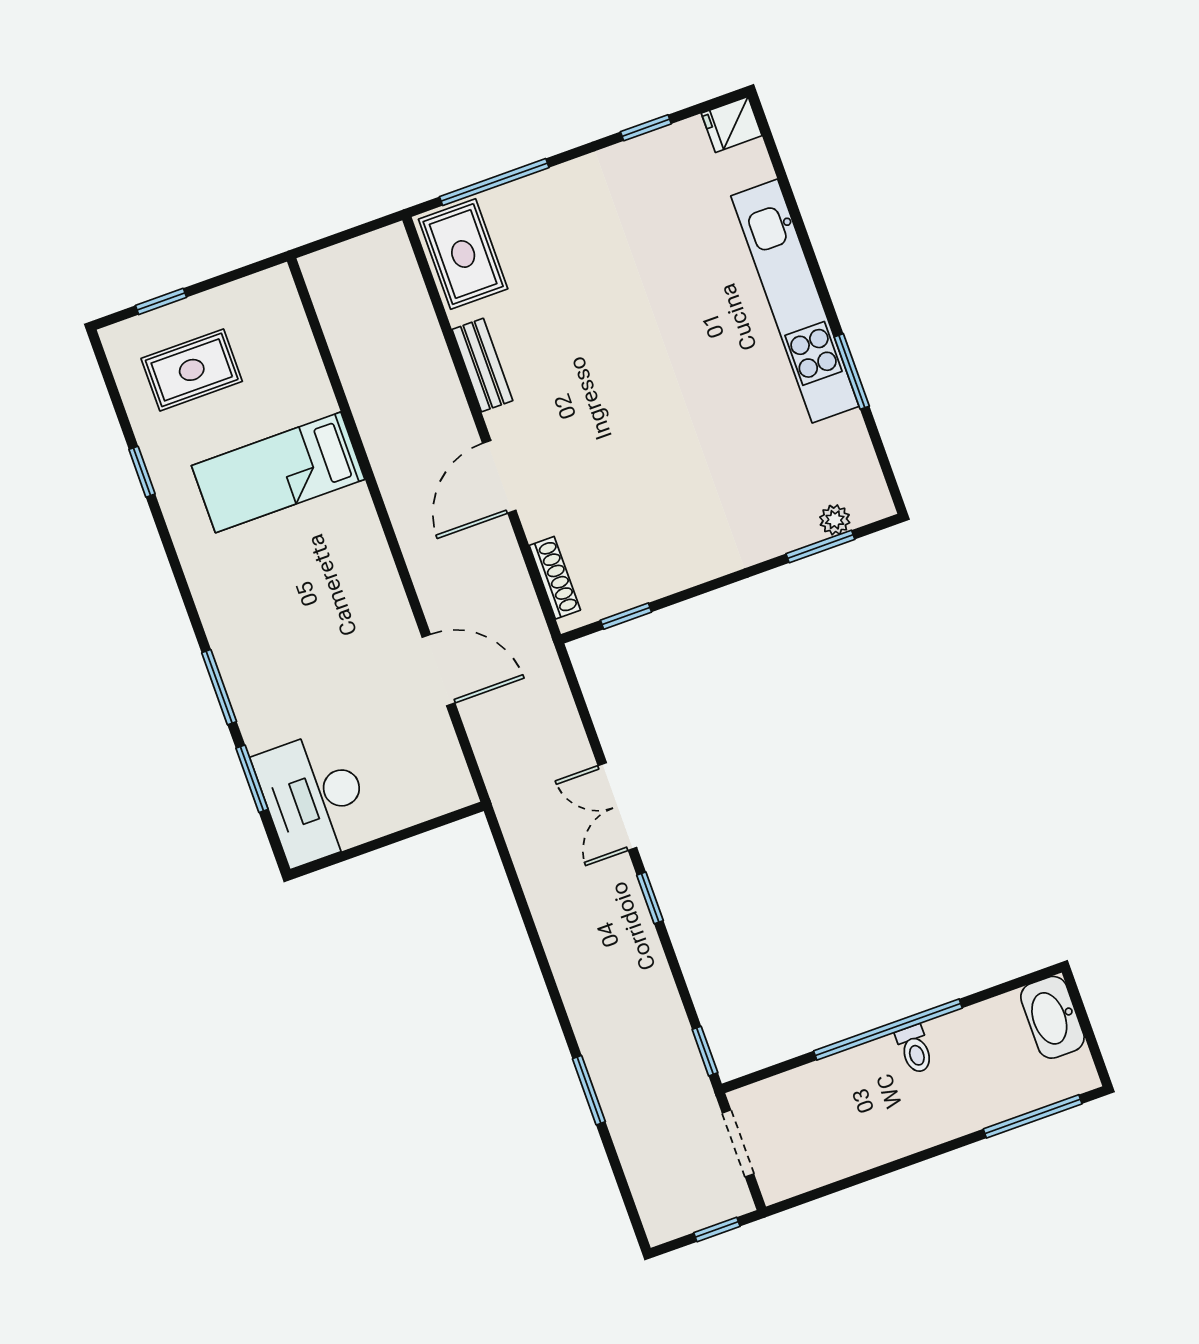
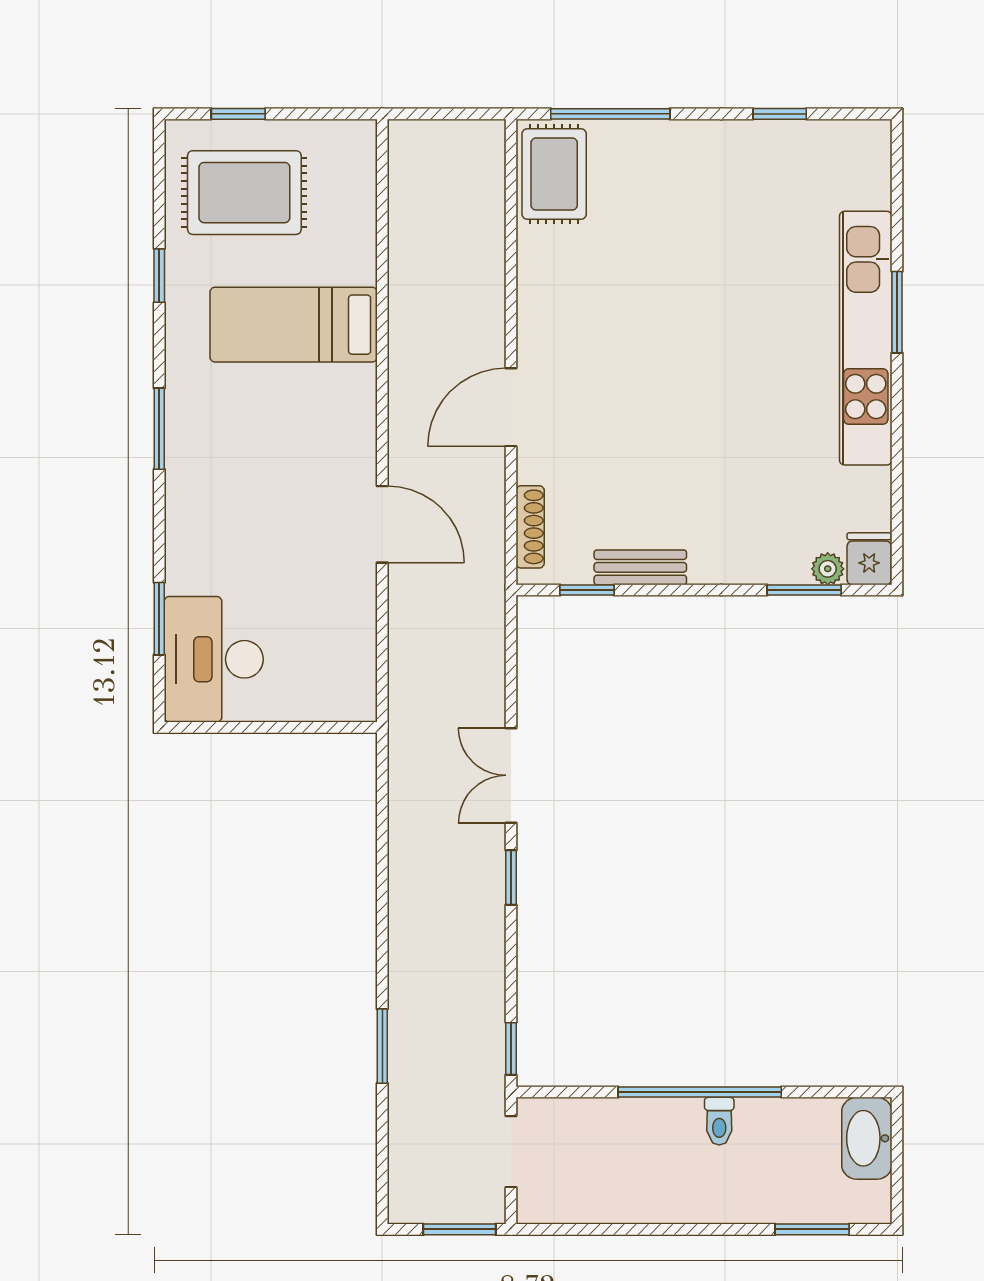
fridge: (732, 124) -> (869, 559), moved, turned 90
bench: (482, 365) -> (640, 567), moved, turned 90
rug: (192, 370) -> (244, 193), width x1.36, depth x1.43
window: (852, 372) -> (897, 312), moved
door: (438, 670) -> (382, 524), moved
window: (219, 687) -> (159, 429), moved
window: (1033, 1116) -> (812, 1229), width x0.69
window: (717, 1229) -> (460, 1229), width x1.50

